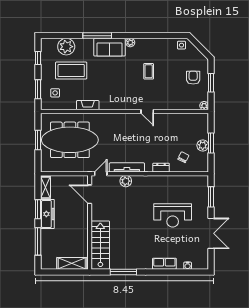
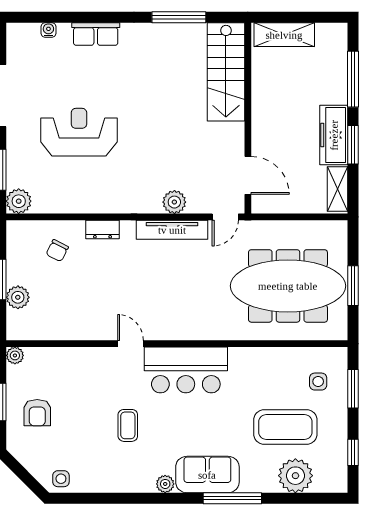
bar counter: (120, 99) -> (186, 370), added
fireplace: (88, 105) -> (252, 356), removed
plant: (203, 145) -> (18, 297), moved
plant: (202, 181) -> (19, 201), added

